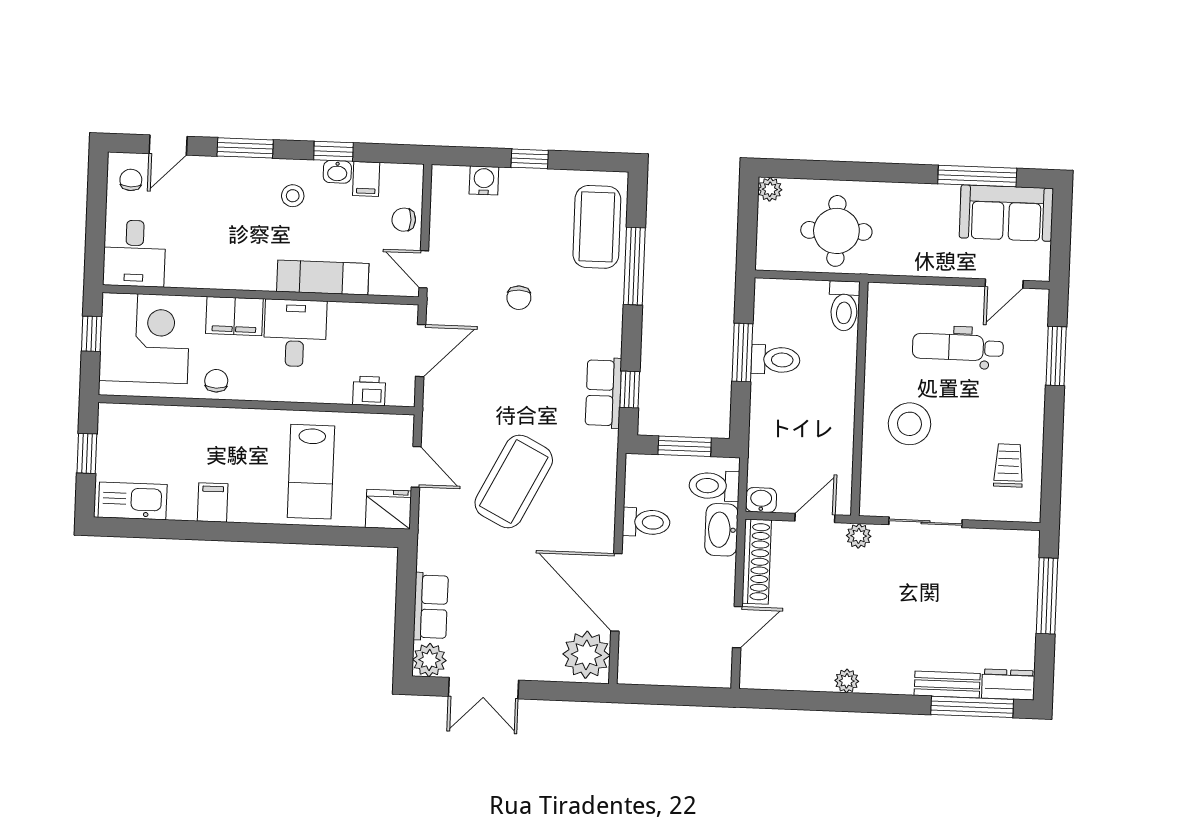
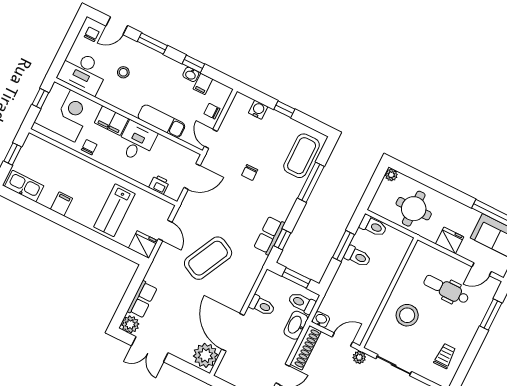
stool: (293, 196) -> (123, 72), moved
desk: (134, 253) -> (83, 72), width x1.37
fridge: (925, 258) -> (450, 240), added
toilet: (844, 306) -> (373, 226), moved, turned -90

